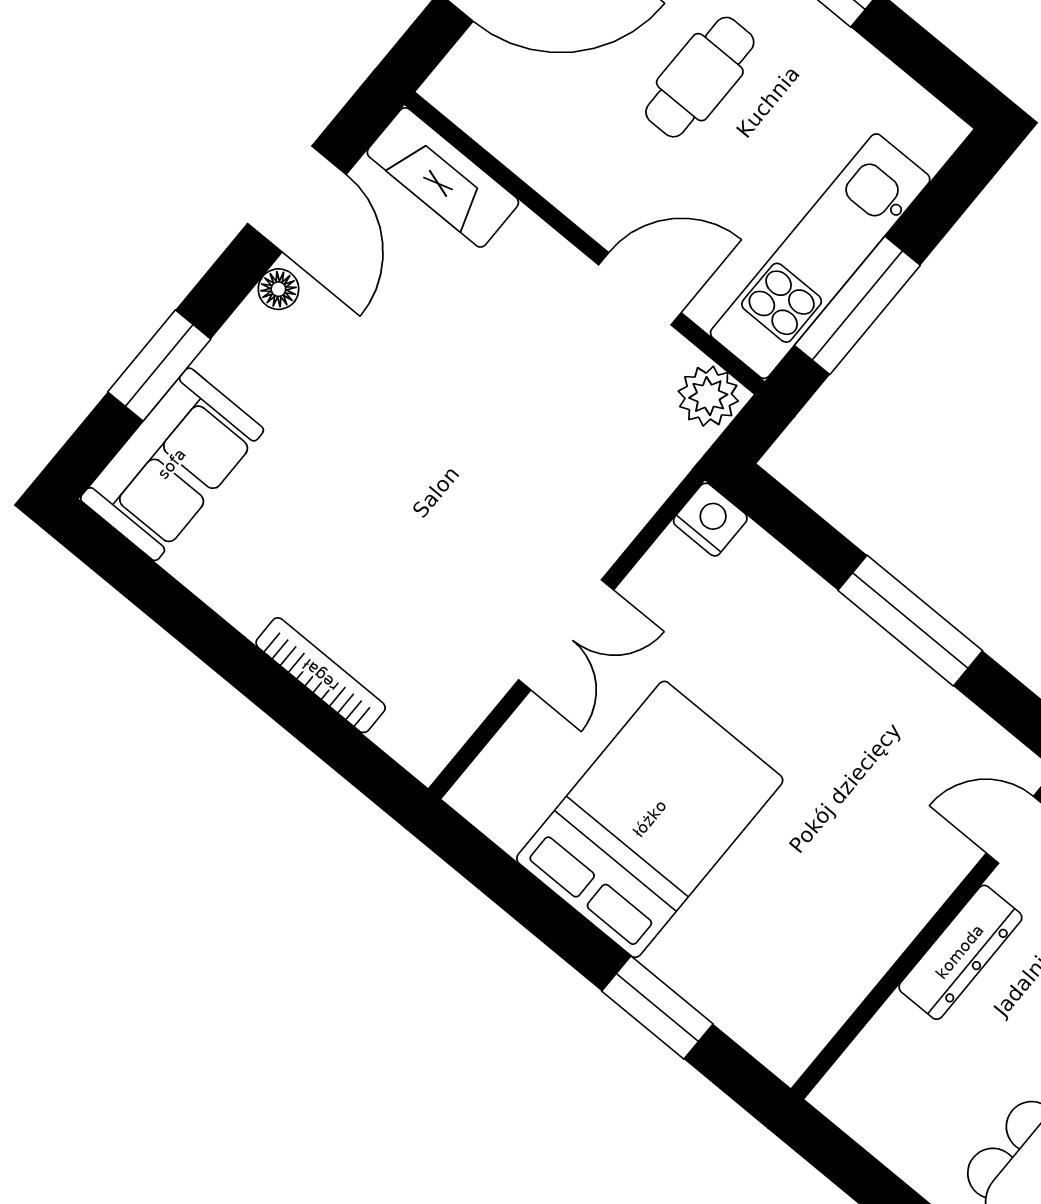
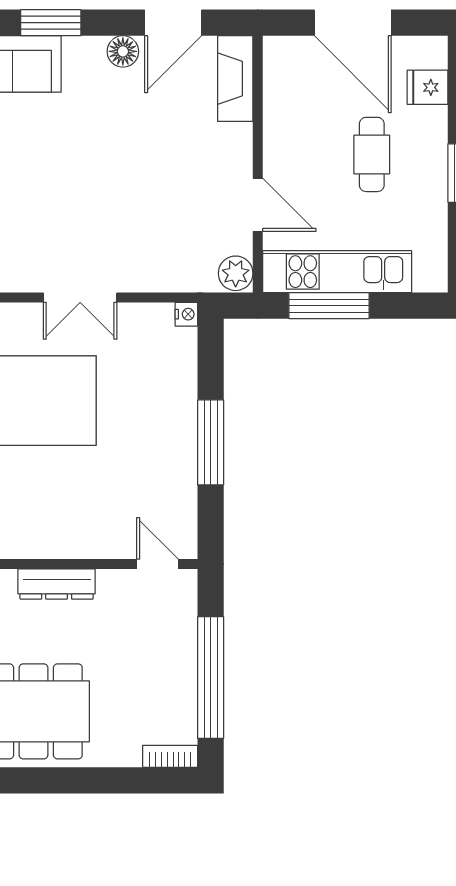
cafe table: (700, 77) -> (372, 154), turned 90
floor lamp: (278, 289) -> (123, 51), width x1.37, depth x1.37
nightstand: (710, 520) -> (186, 314), width x0.72, depth x0.74
dresser: (960, 952) -> (57, 584), moved

